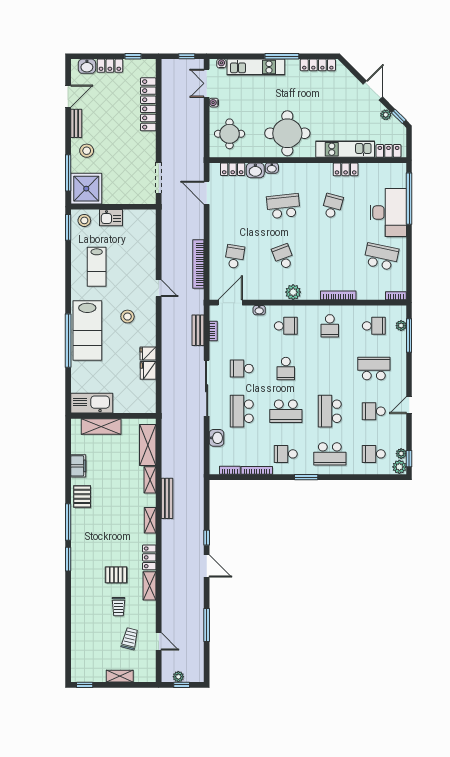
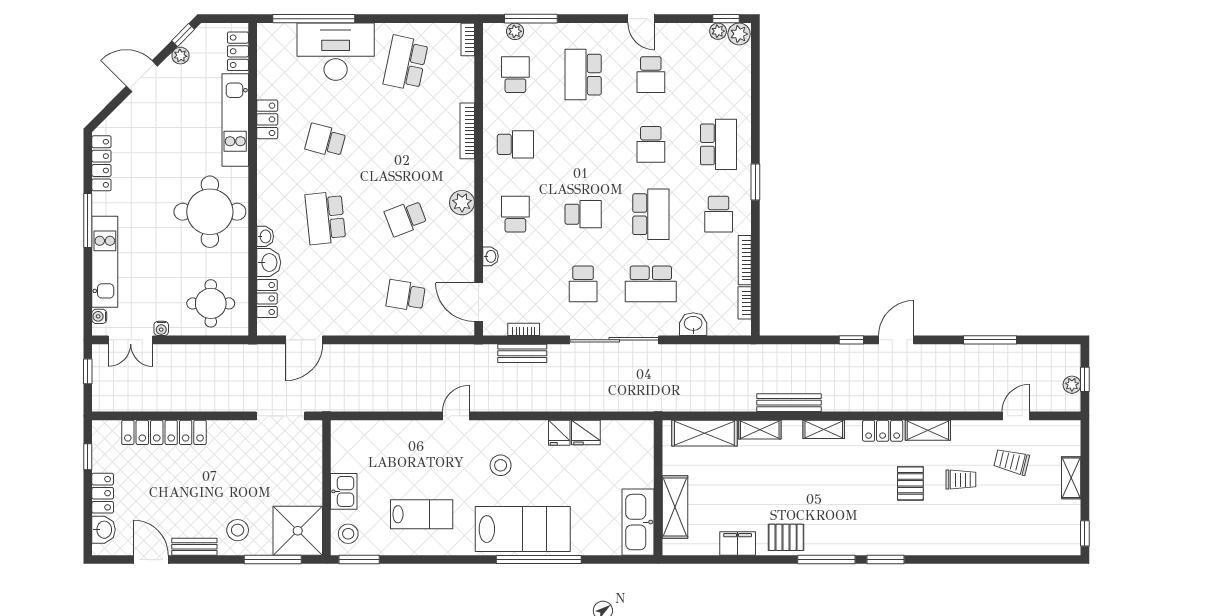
bookcase: (198, 264) -> (417, 353), removed
school desk: (330, 411) -> (651, 144), width x0.54
school desk: (374, 454) -> (719, 75), removed

